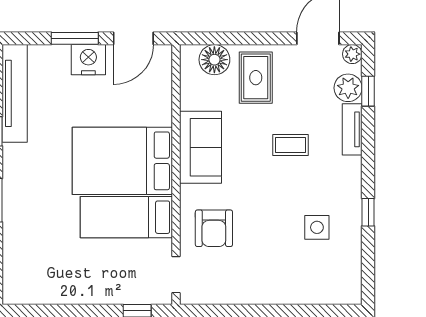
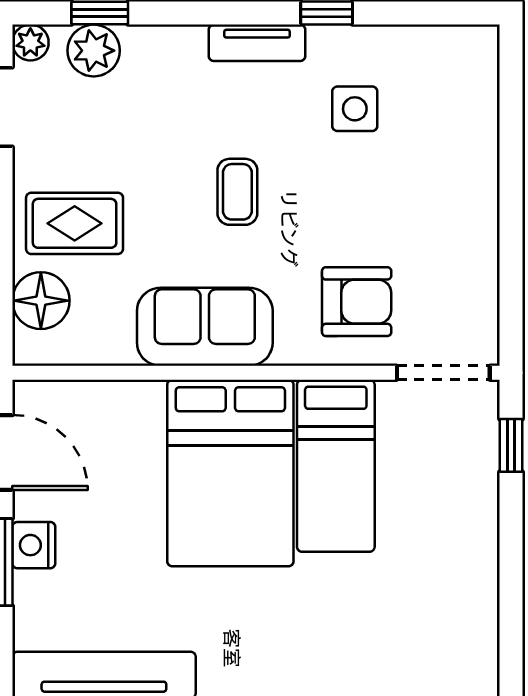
nightstand: (88, 60) -> (34, 545), width x0.74, depth x0.75
tv unit: (352, 129) -> (257, 43), moved
coffee table: (290, 145) -> (237, 192), moved
doorway: (176, 275) -> (443, 373), width x1.38

